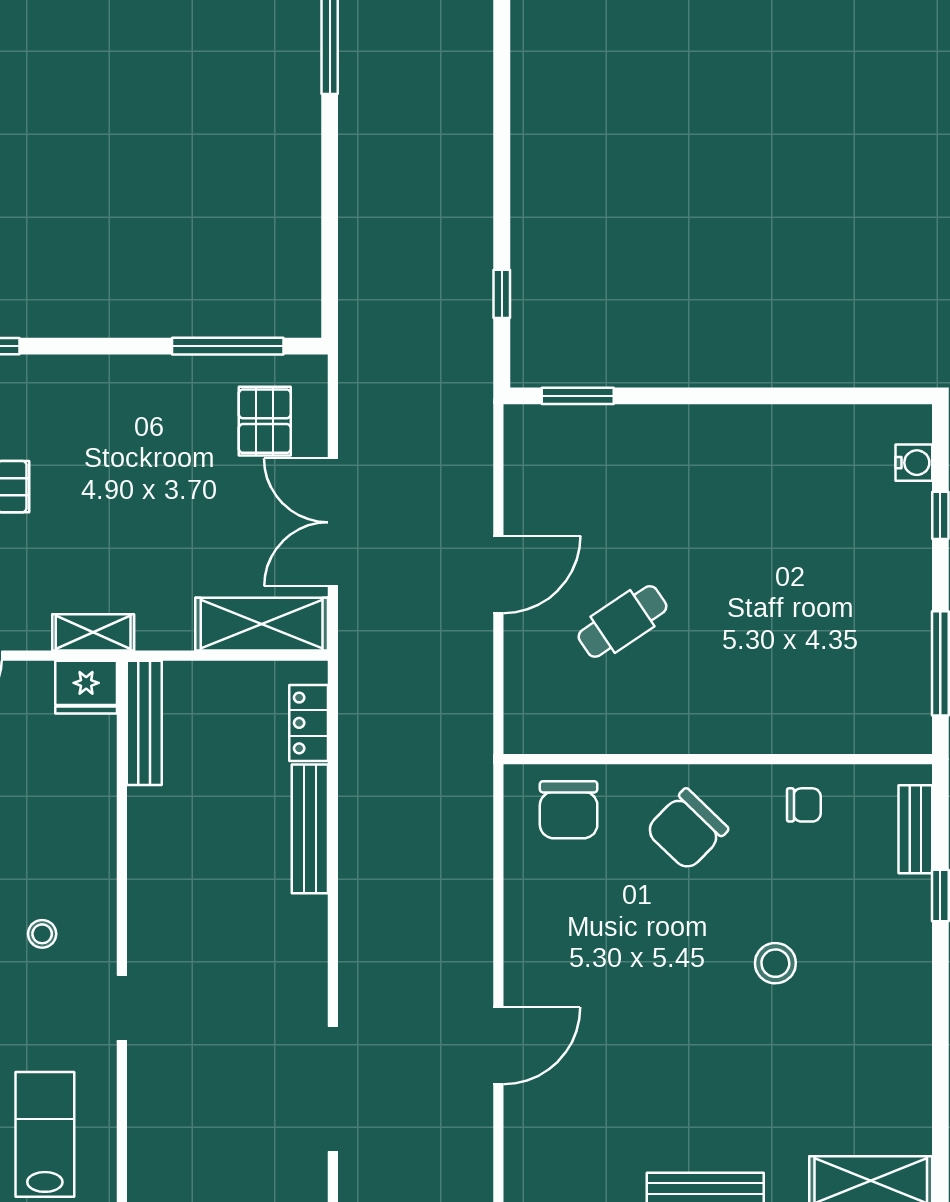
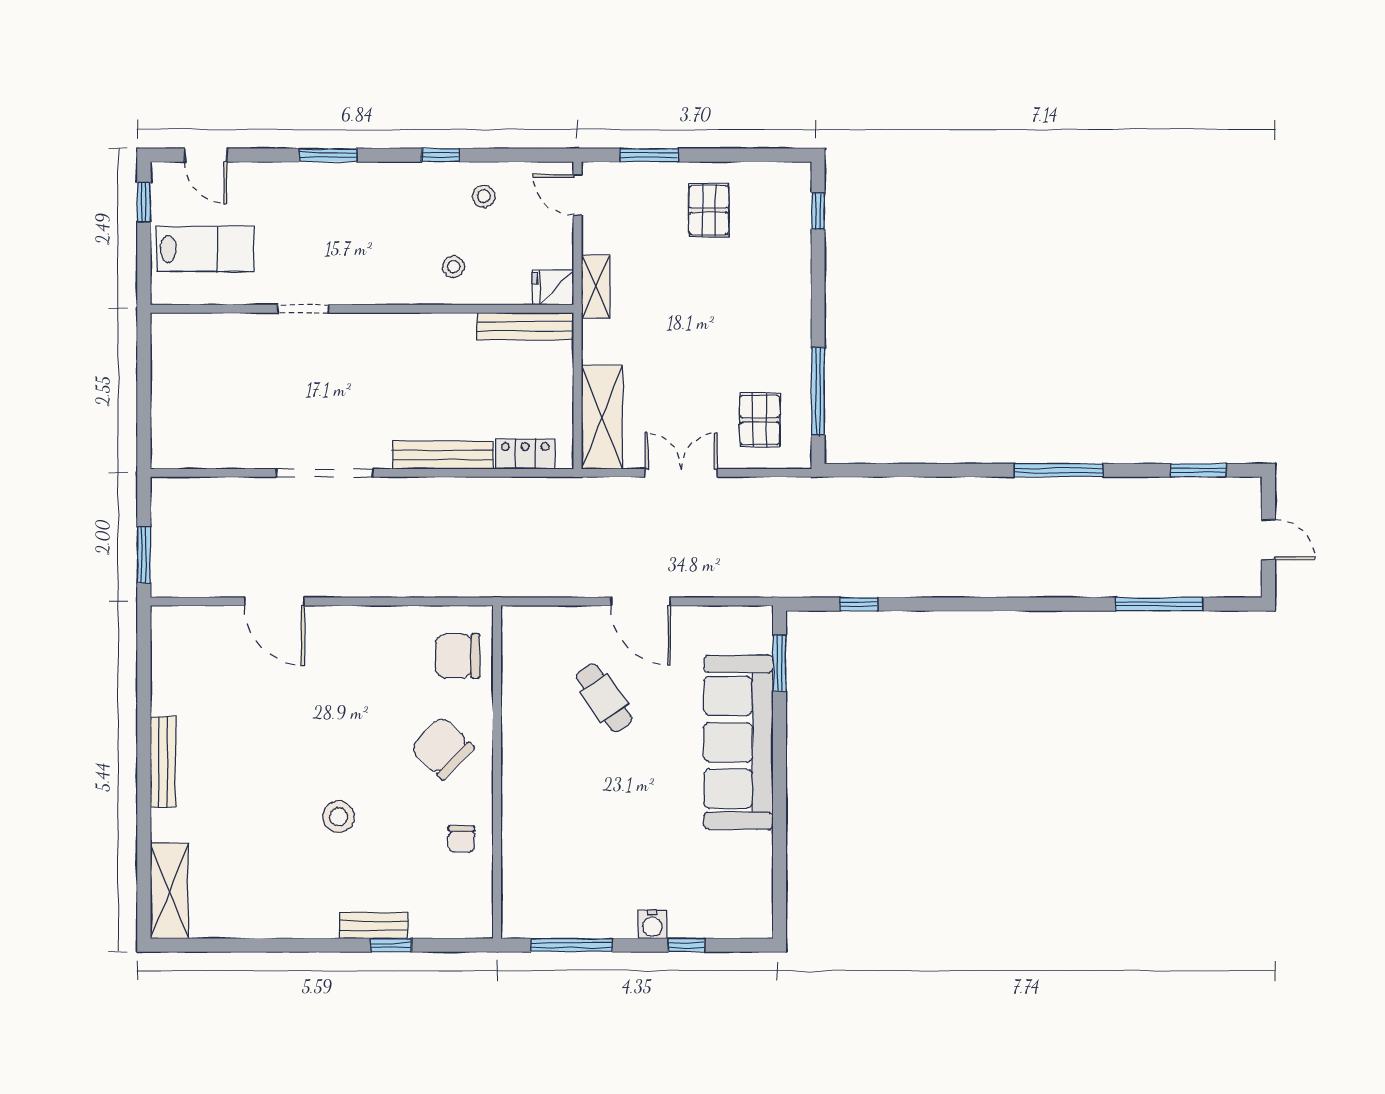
pallet: (265, 421) -> (760, 420), turned 90
sofa: (679, 449) -> (738, 742), added
water cooler: (914, 463) -> (652, 924), moved
double door: (333, 522) -> (681, 473), width x0.73
fridge: (86, 687) -> (553, 288), width x0.72
bench: (915, 829) -> (374, 926), moved
stool: (42, 934) -> (454, 267), moved
doorway: (333, 1089) -> (324, 473), moved

